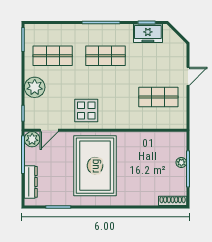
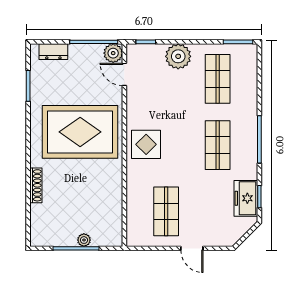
display table: (86, 111) -> (146, 144), moved
dresser: (31, 182) -> (53, 52), width x0.70
shoe rack: (173, 201) -> (36, 185), moved

